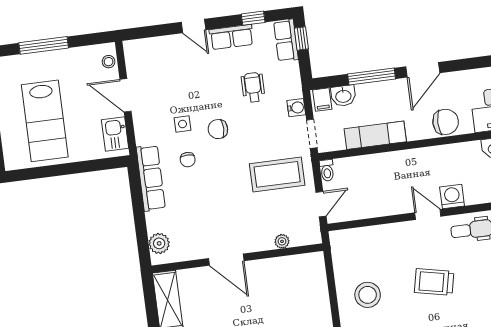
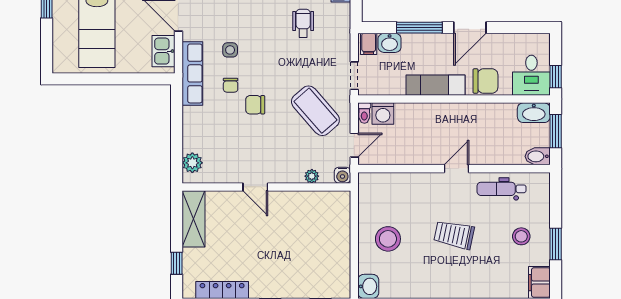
water cooler: (296, 108) -> (342, 175), moved, turned 90
chair: (218, 129) -> (255, 105), moved
exam couch: (375, 135) -> (436, 85), moved
coffee table: (277, 174) -> (315, 111), turned 49
row of seats: (151, 178) -> (192, 73), moved
washing machine: (452, 196) -> (383, 114), moved, turned 180
door: (428, 215) -> (457, 169), hinge flipped
door: (226, 260) -> (255, 187), width x0.73

